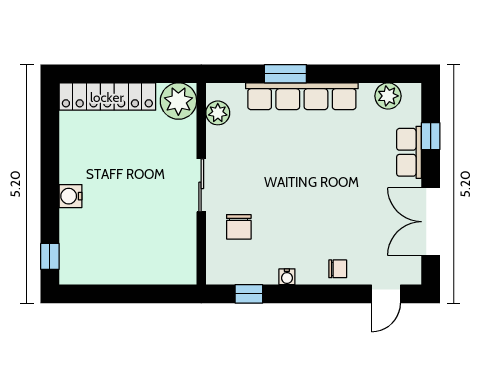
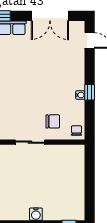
chair: (338, 269) -> (76, 131), moved
window: (249, 294) -> (90, 92), moved

